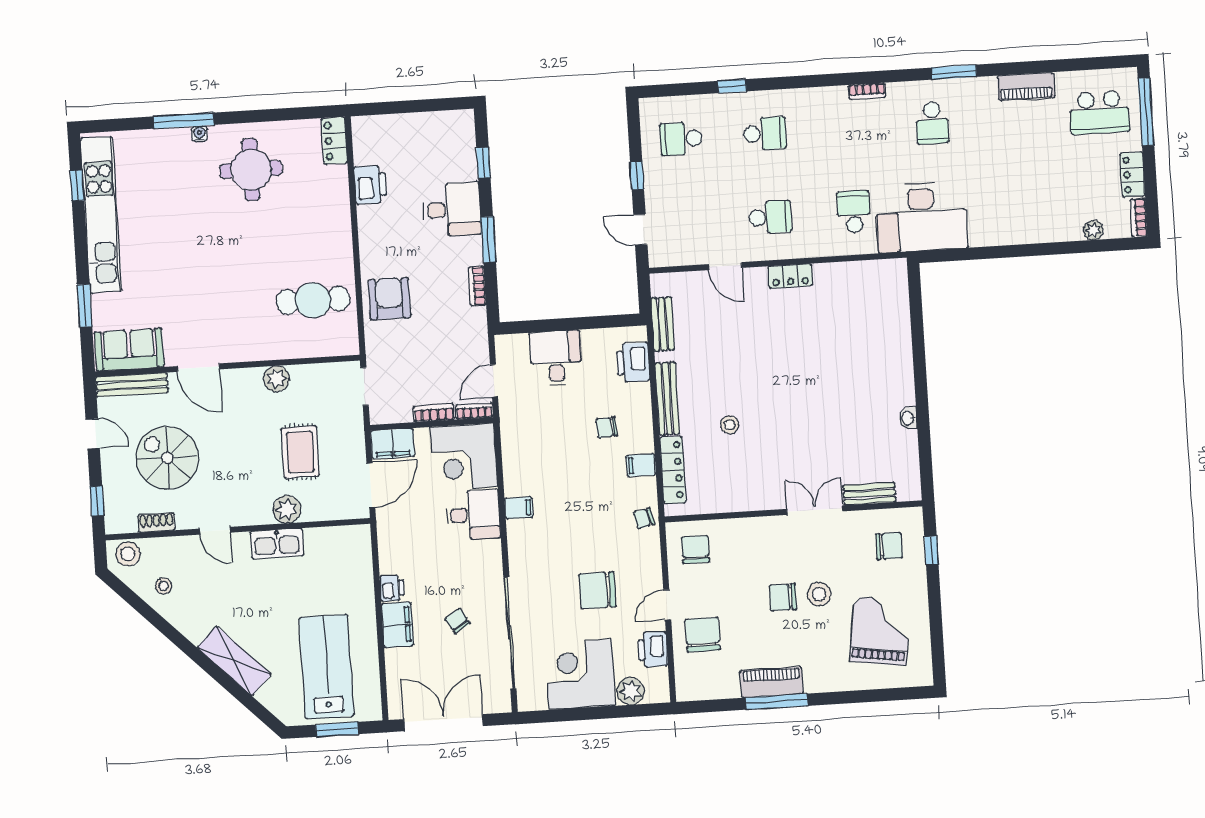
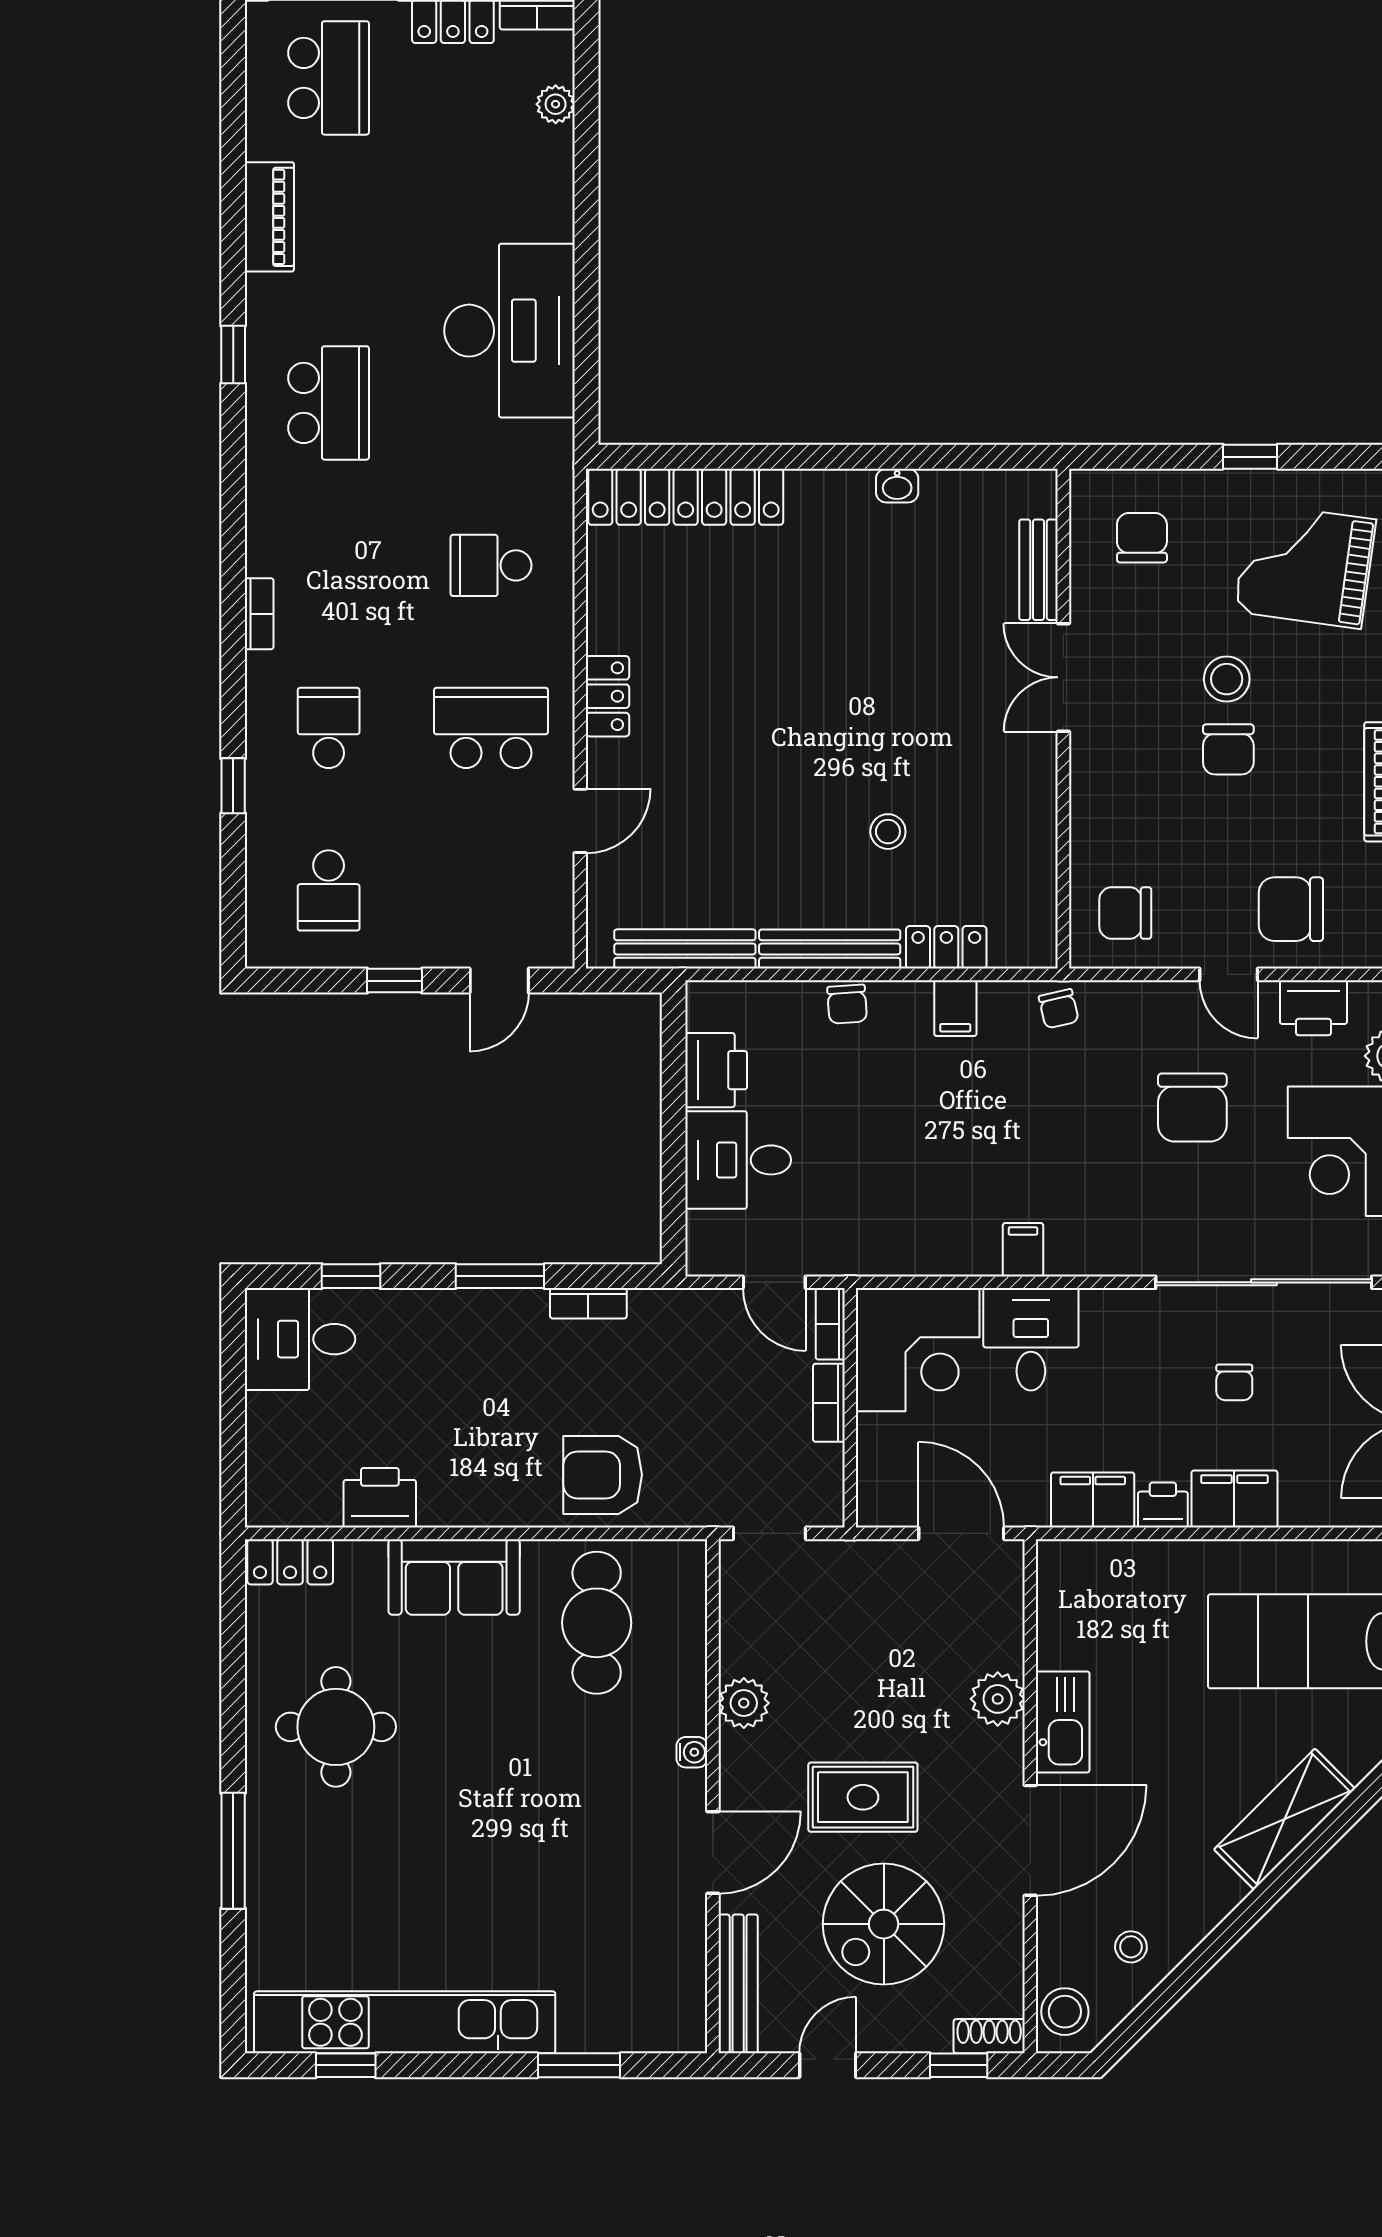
window: (954, 72) -> (233, 355), width x0.67
bookcase: (867, 91) -> (259, 614), moved
school desk: (932, 123) -> (329, 403), width x1.85
water cooler: (200, 134) -> (692, 1752), moved, turned 180
desk: (452, 209) -> (300, 1339), moved, turned -90
school desk: (770, 217) -> (491, 728), width x1.85
desk: (922, 217) -> (509, 331), moved
locker: (895, 310) -> (686, 497), added
bench: (663, 324) -> (685, 949), width x1.36
sofa: (129, 350) -> (454, 1577), moved, turned -90
printer: (633, 362) -> (716, 1070), moved, turned -90
chair: (606, 427) -> (847, 1004), moved
filing cabinet: (393, 444) -> (1093, 1500), moved, turned -90
rug: (300, 452) -> (863, 1797), moved
locker: (673, 470) -> (946, 947), width x0.66
shoe rack: (156, 523) -> (989, 2036), moved, turned 90
door: (215, 531) -> (1030, 1840), width x1.87
window: (931, 550) -> (1250, 457), moved
chair: (457, 621) -> (1234, 1382), turned -58

